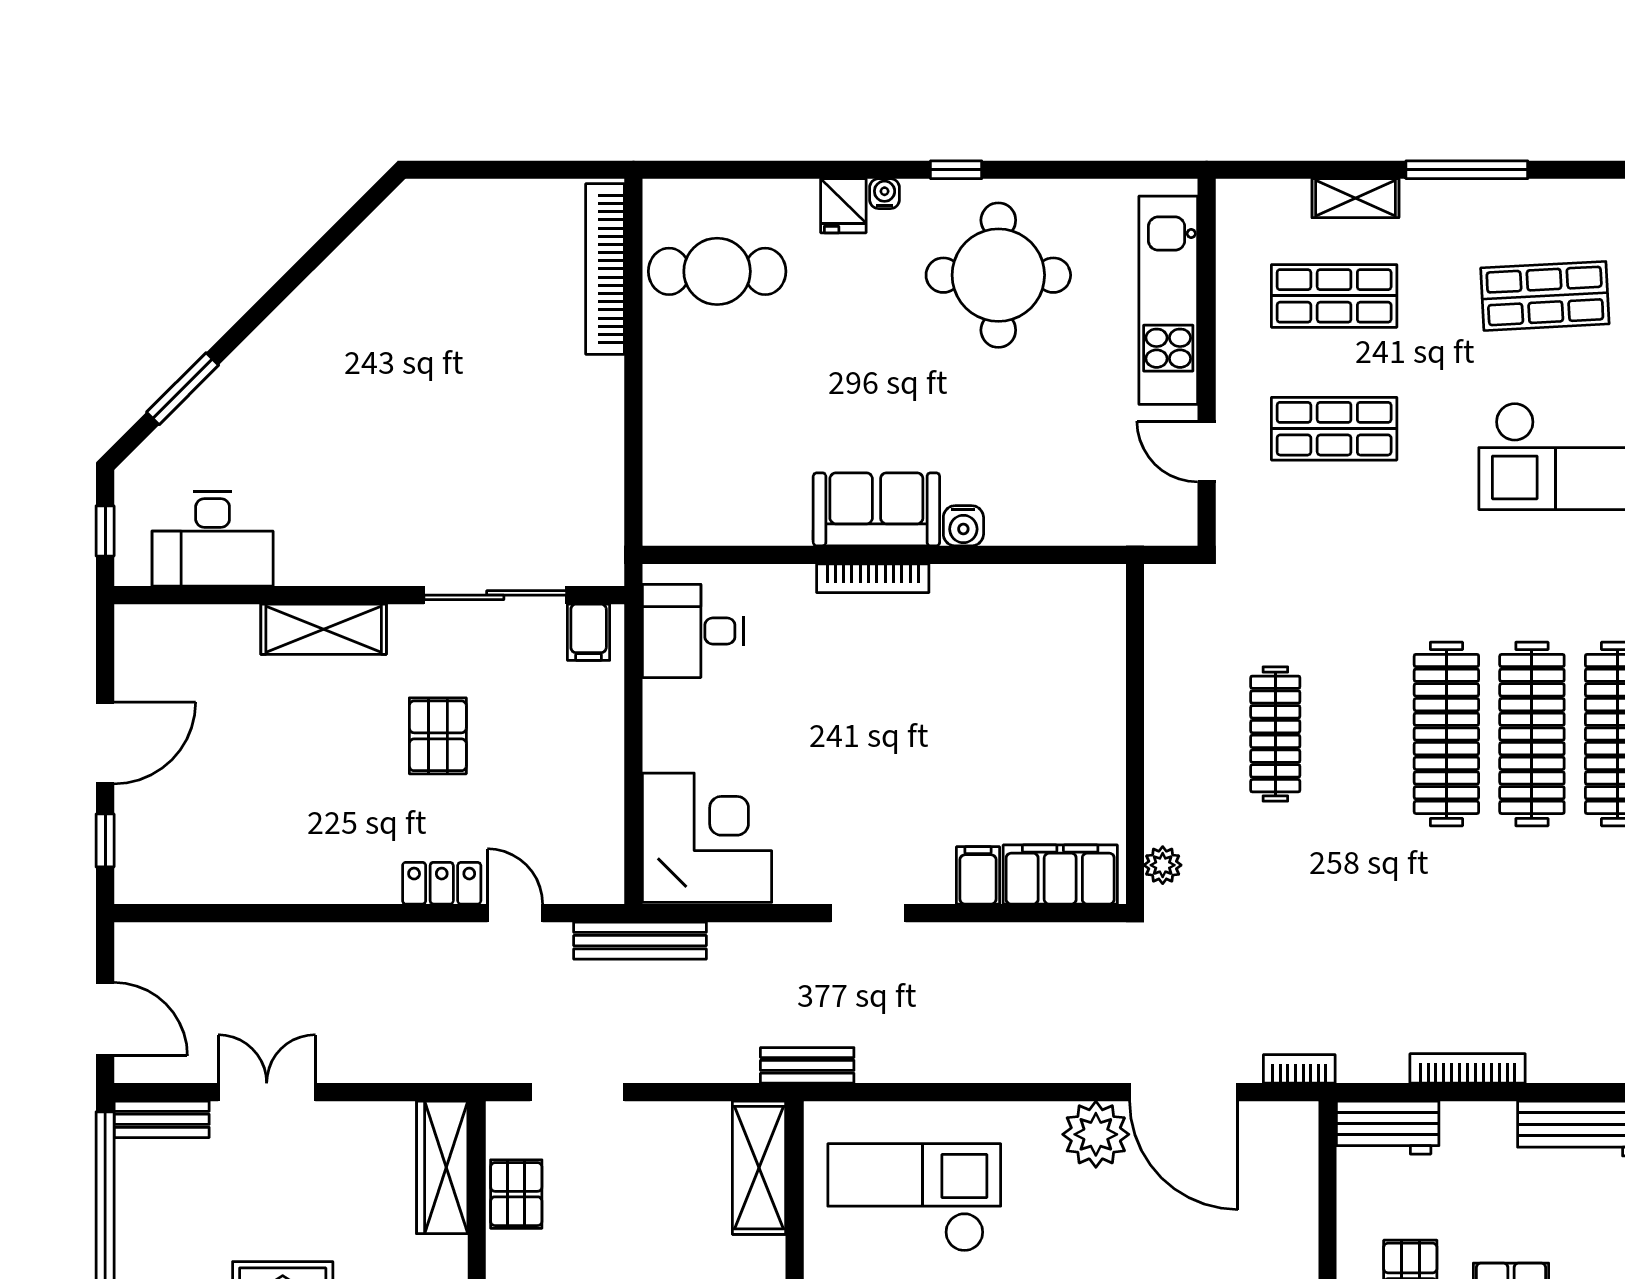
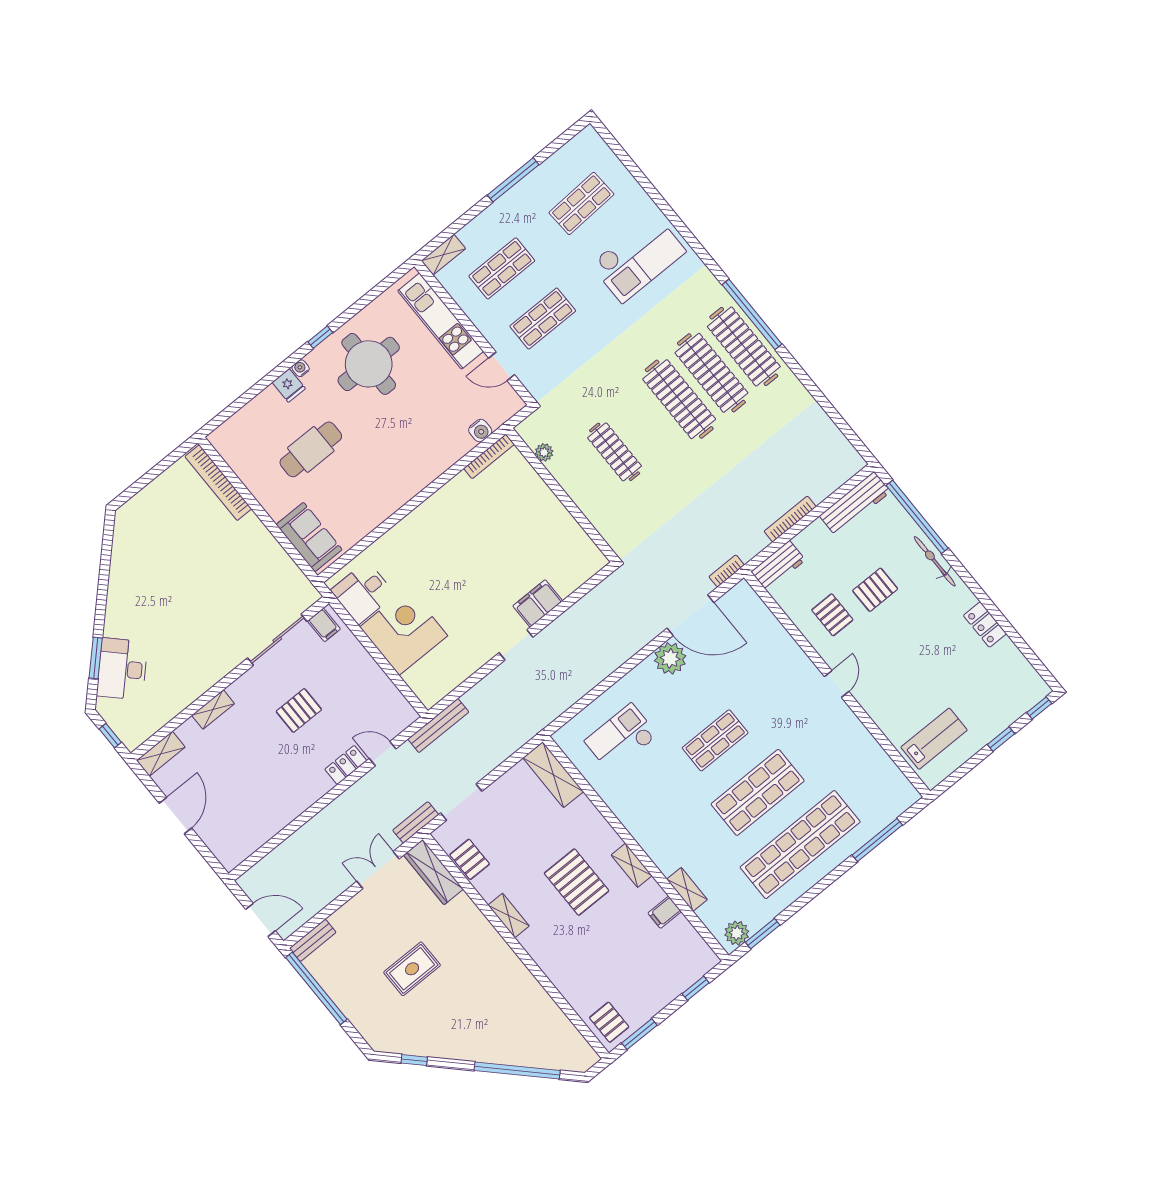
shelving: (1355, 198) -> (443, 255), moved
cafe table: (717, 271) -> (311, 449), moved
sofa: (876, 509) -> (309, 537), moved, turned 90
water cooler: (963, 526) -> (480, 431), moved
desk: (213, 539) -> (122, 669), moved, turned 135
bookcase: (873, 578) -> (489, 456), moved
shelving: (162, 626) -> (161, 754), added
shelving: (324, 629) -> (213, 709), width x0.67, depth x0.75
pallet: (438, 736) -> (299, 710), turned 90
corner desk: (707, 838) -> (404, 631), moved
window: (105, 840) -> (205, 852), removed
plant: (1163, 865) -> (544, 452), moved
filing cabinet: (978, 875) -> (538, 603), width x2.00
filing cabinet: (1060, 875) -> (577, 571), removed
bench: (807, 1065) -> (416, 822), moved
double door: (267, 1092) -> (378, 870), moved
checkout: (914, 1198) -> (621, 738), width x0.73, depth x0.83

